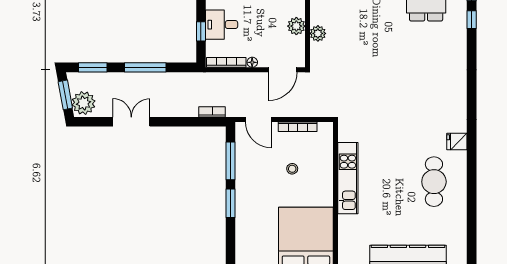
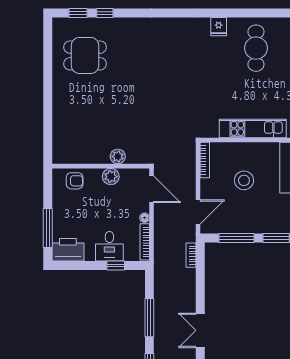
bookcase: (298, 127) -> (205, 160), moved
stool: (292, 169) -> (244, 180), width x1.89, depth x1.89
cafe table: (434, 182) -> (256, 48), turned 90

